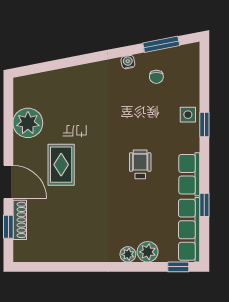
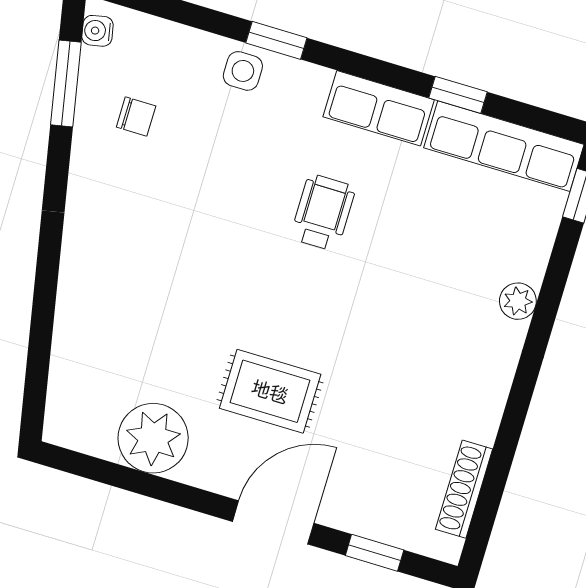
water cooler: (128, 62) -> (97, 31), moved
wheelchair: (140, 164) -> (323, 212), turned 90
shoe rack: (20, 220) -> (464, 489), moved, turned -90
plant: (148, 252) -> (525, 255), removed

